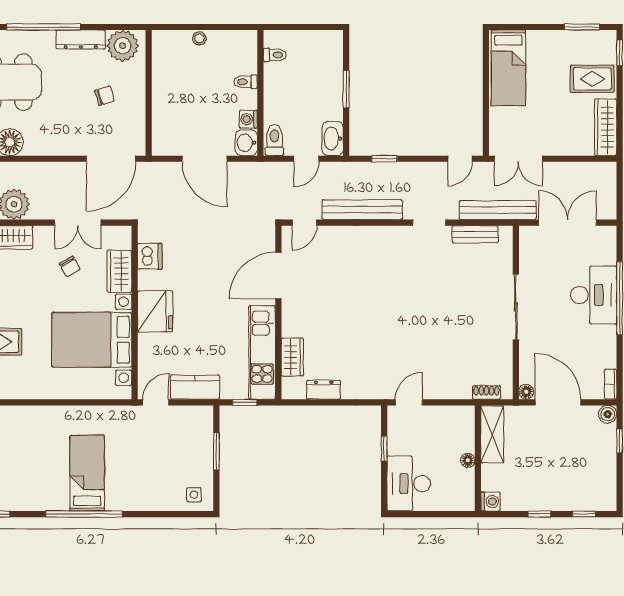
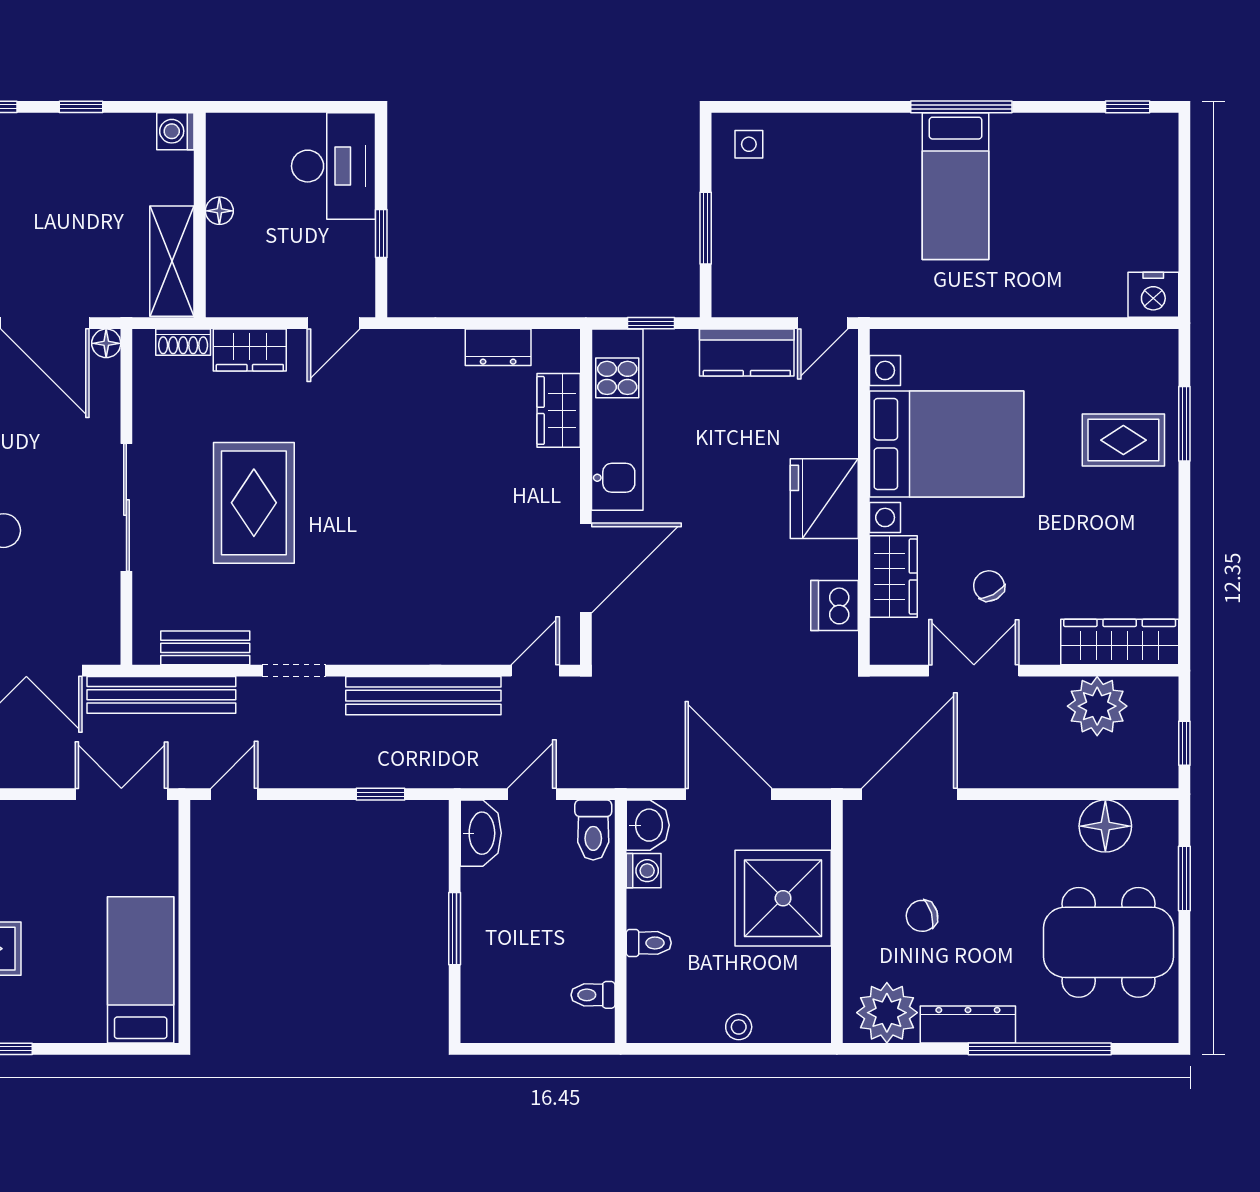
shower: (176, 105) -> (783, 898), added
rug: (450, 309) -> (254, 503), added
wardrobe: (452, 388) -> (250, 350), added
window: (84, 514) -> (961, 107), width x0.68

